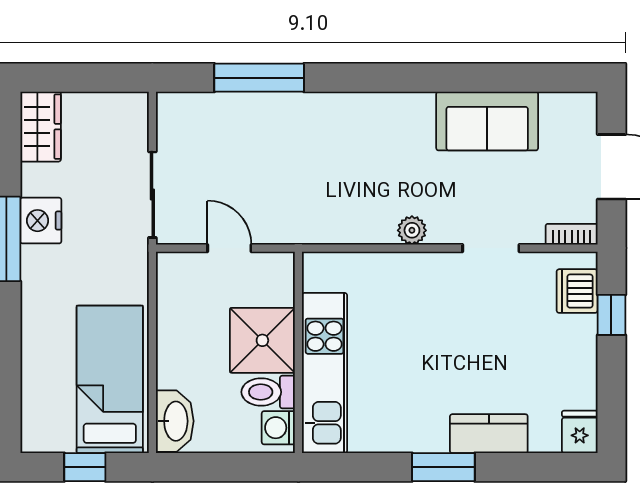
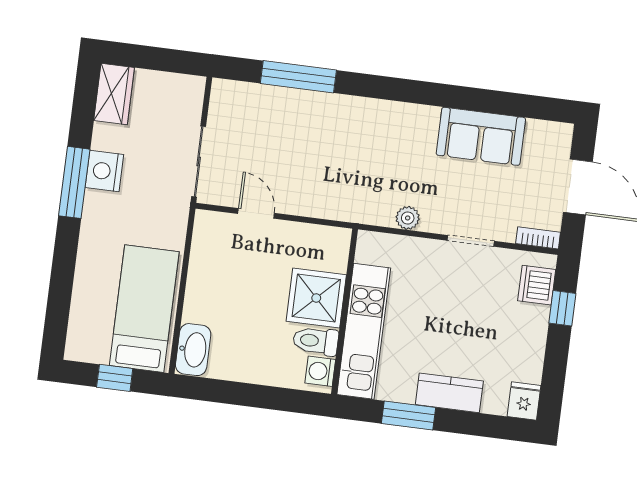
shower: (262, 340) -> (316, 298), moved
wall: (298, 352) -> (345, 312), moved
kitchen unit: (325, 373) -> (364, 331), moved
toilet: (268, 392) -> (316, 341), moved
washing machine: (278, 428) -> (320, 371), moved

